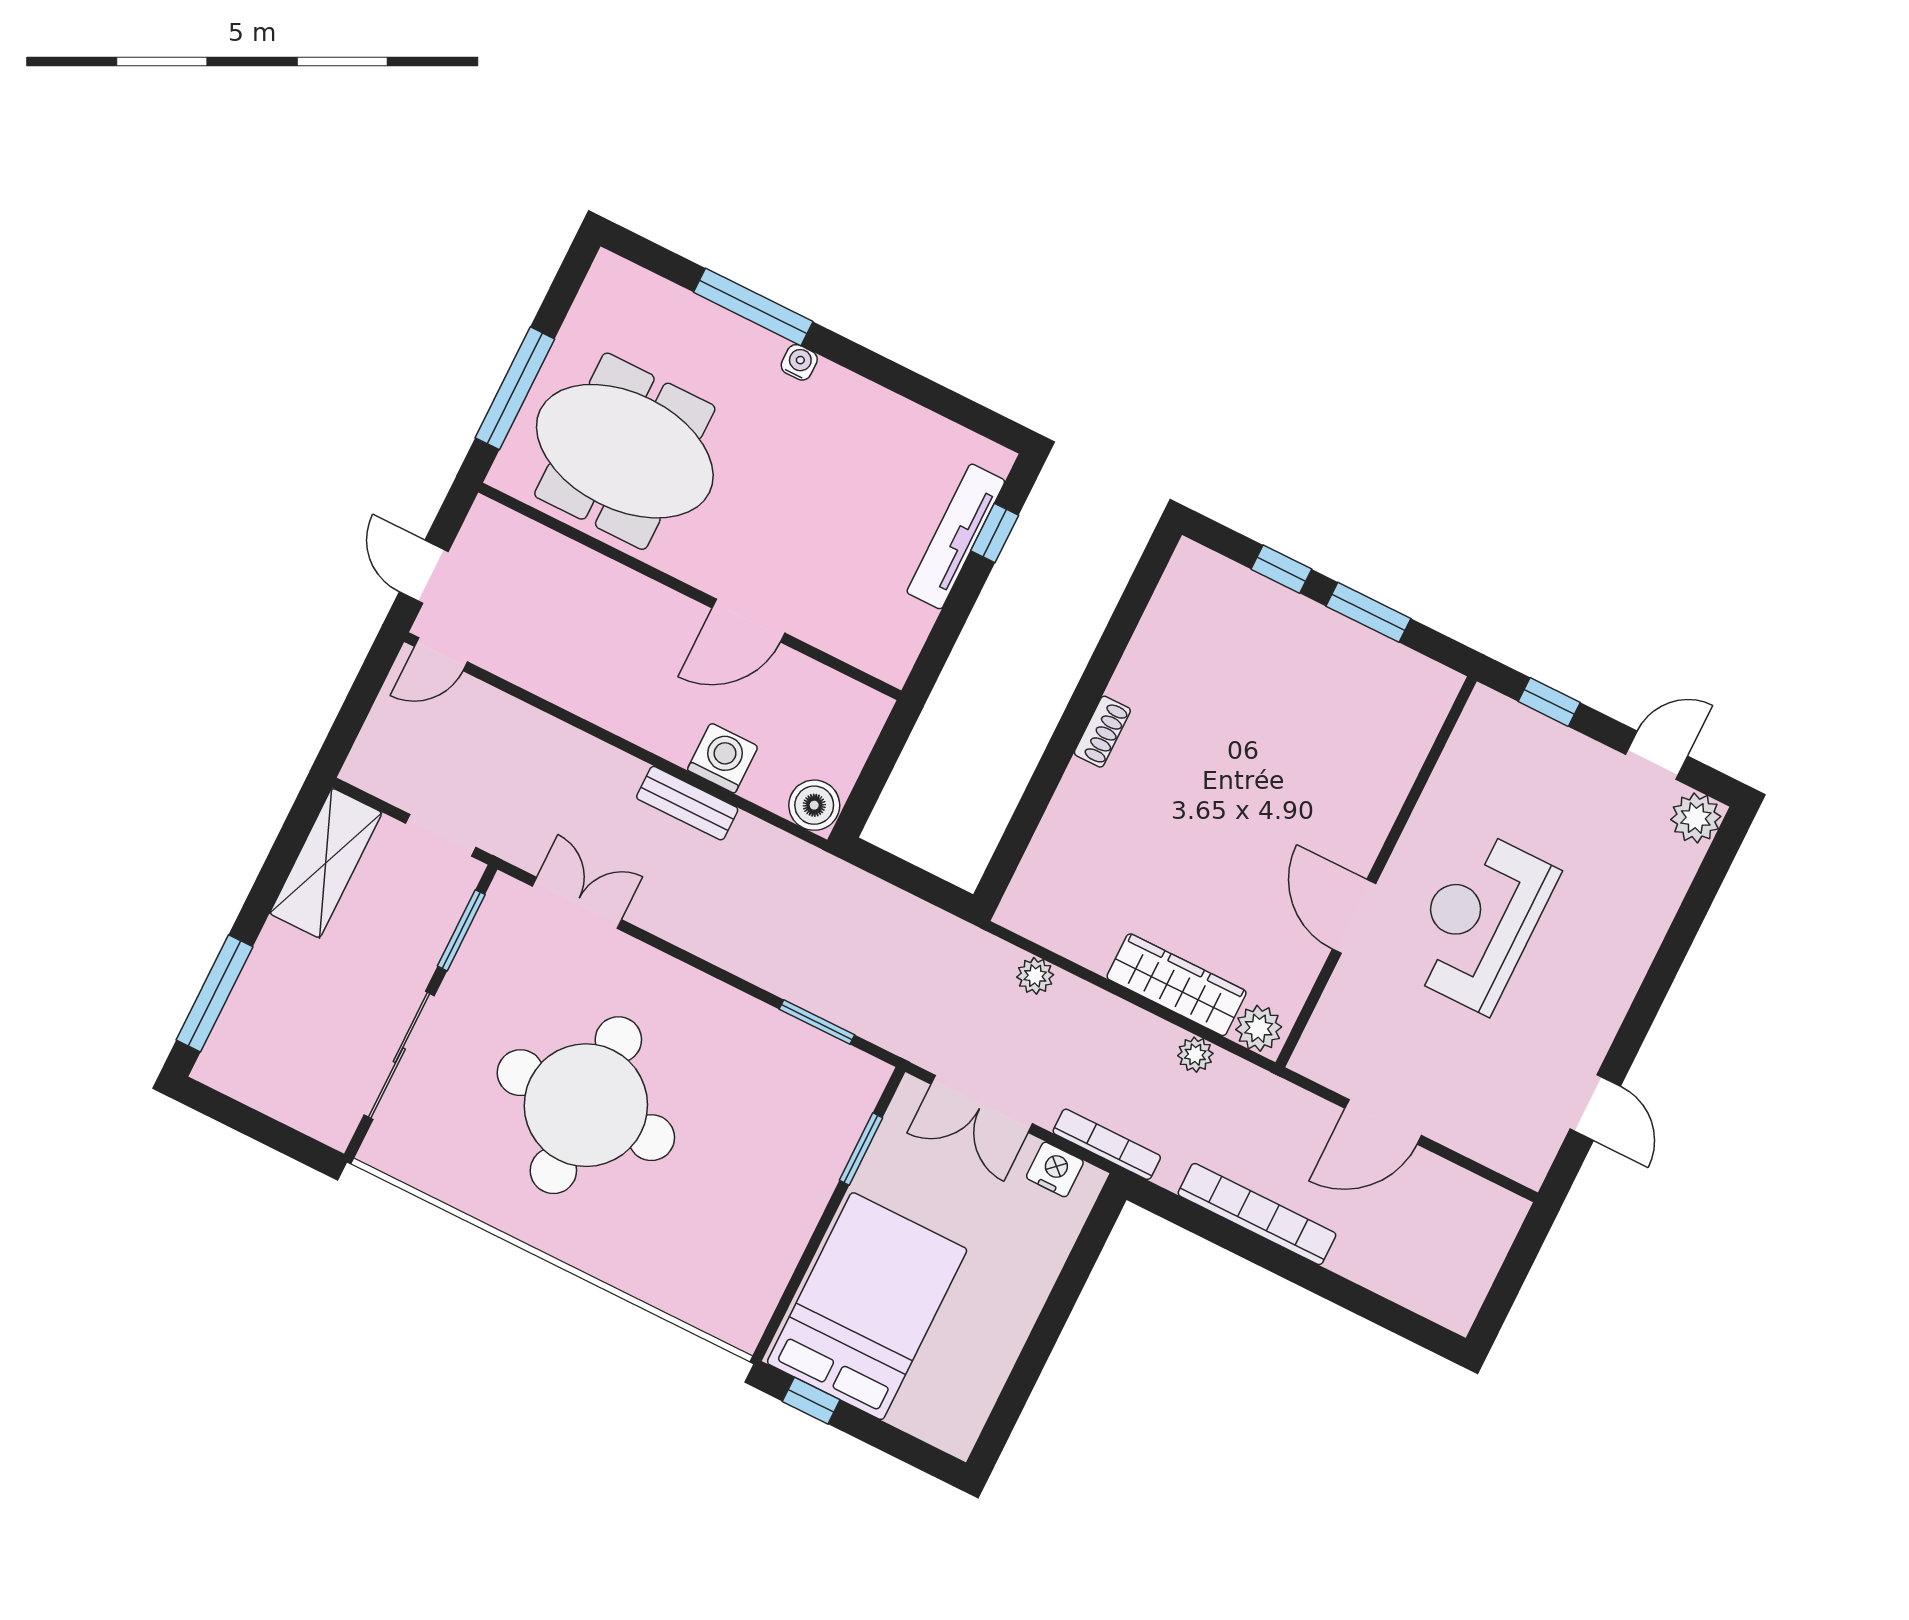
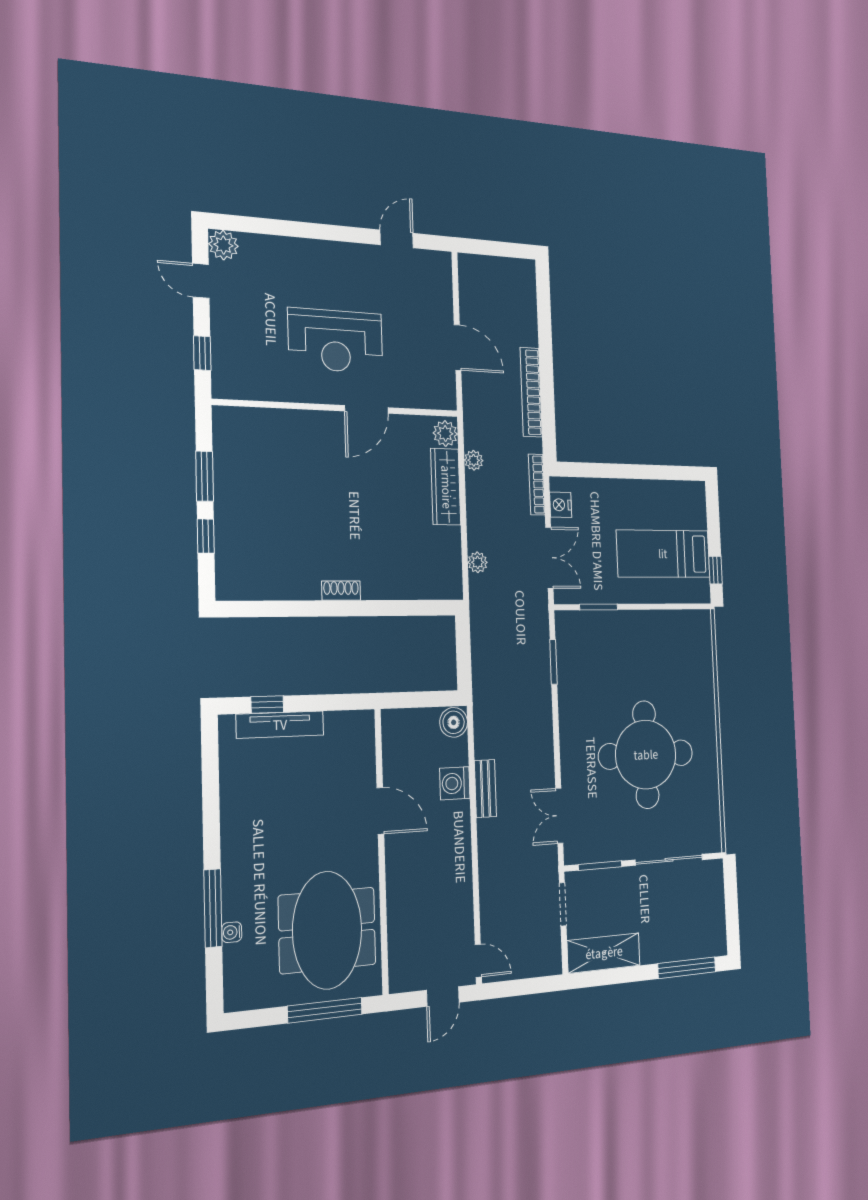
water cooler: (799, 362) -> (232, 932), moved
bed: (867, 1306) -> (663, 554), width x0.67

